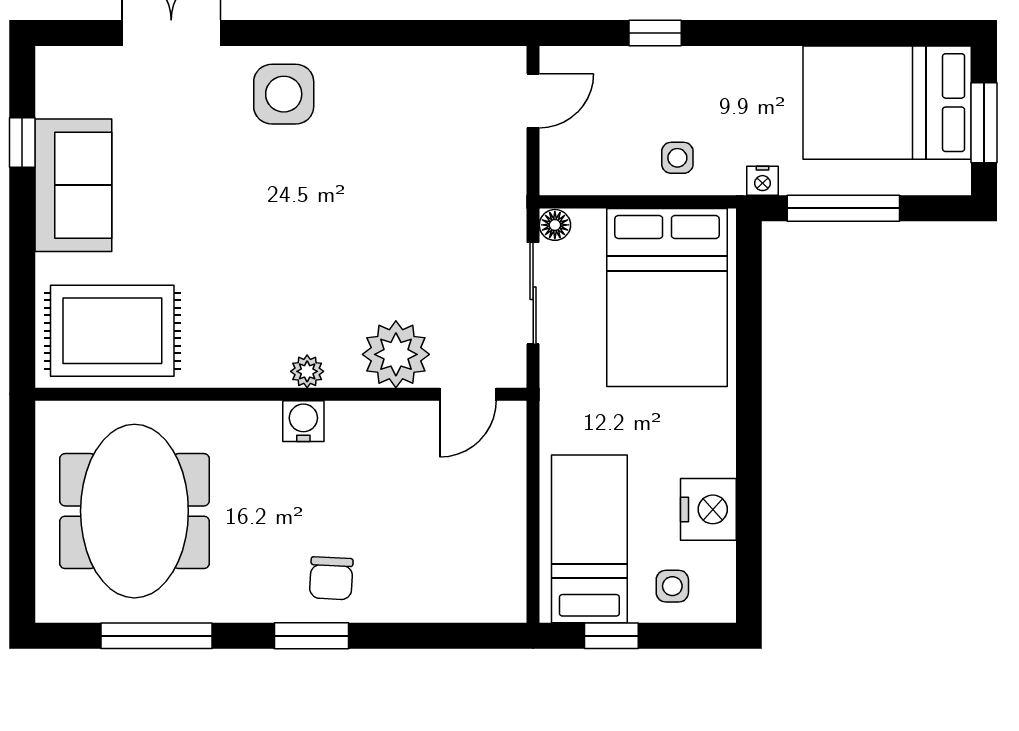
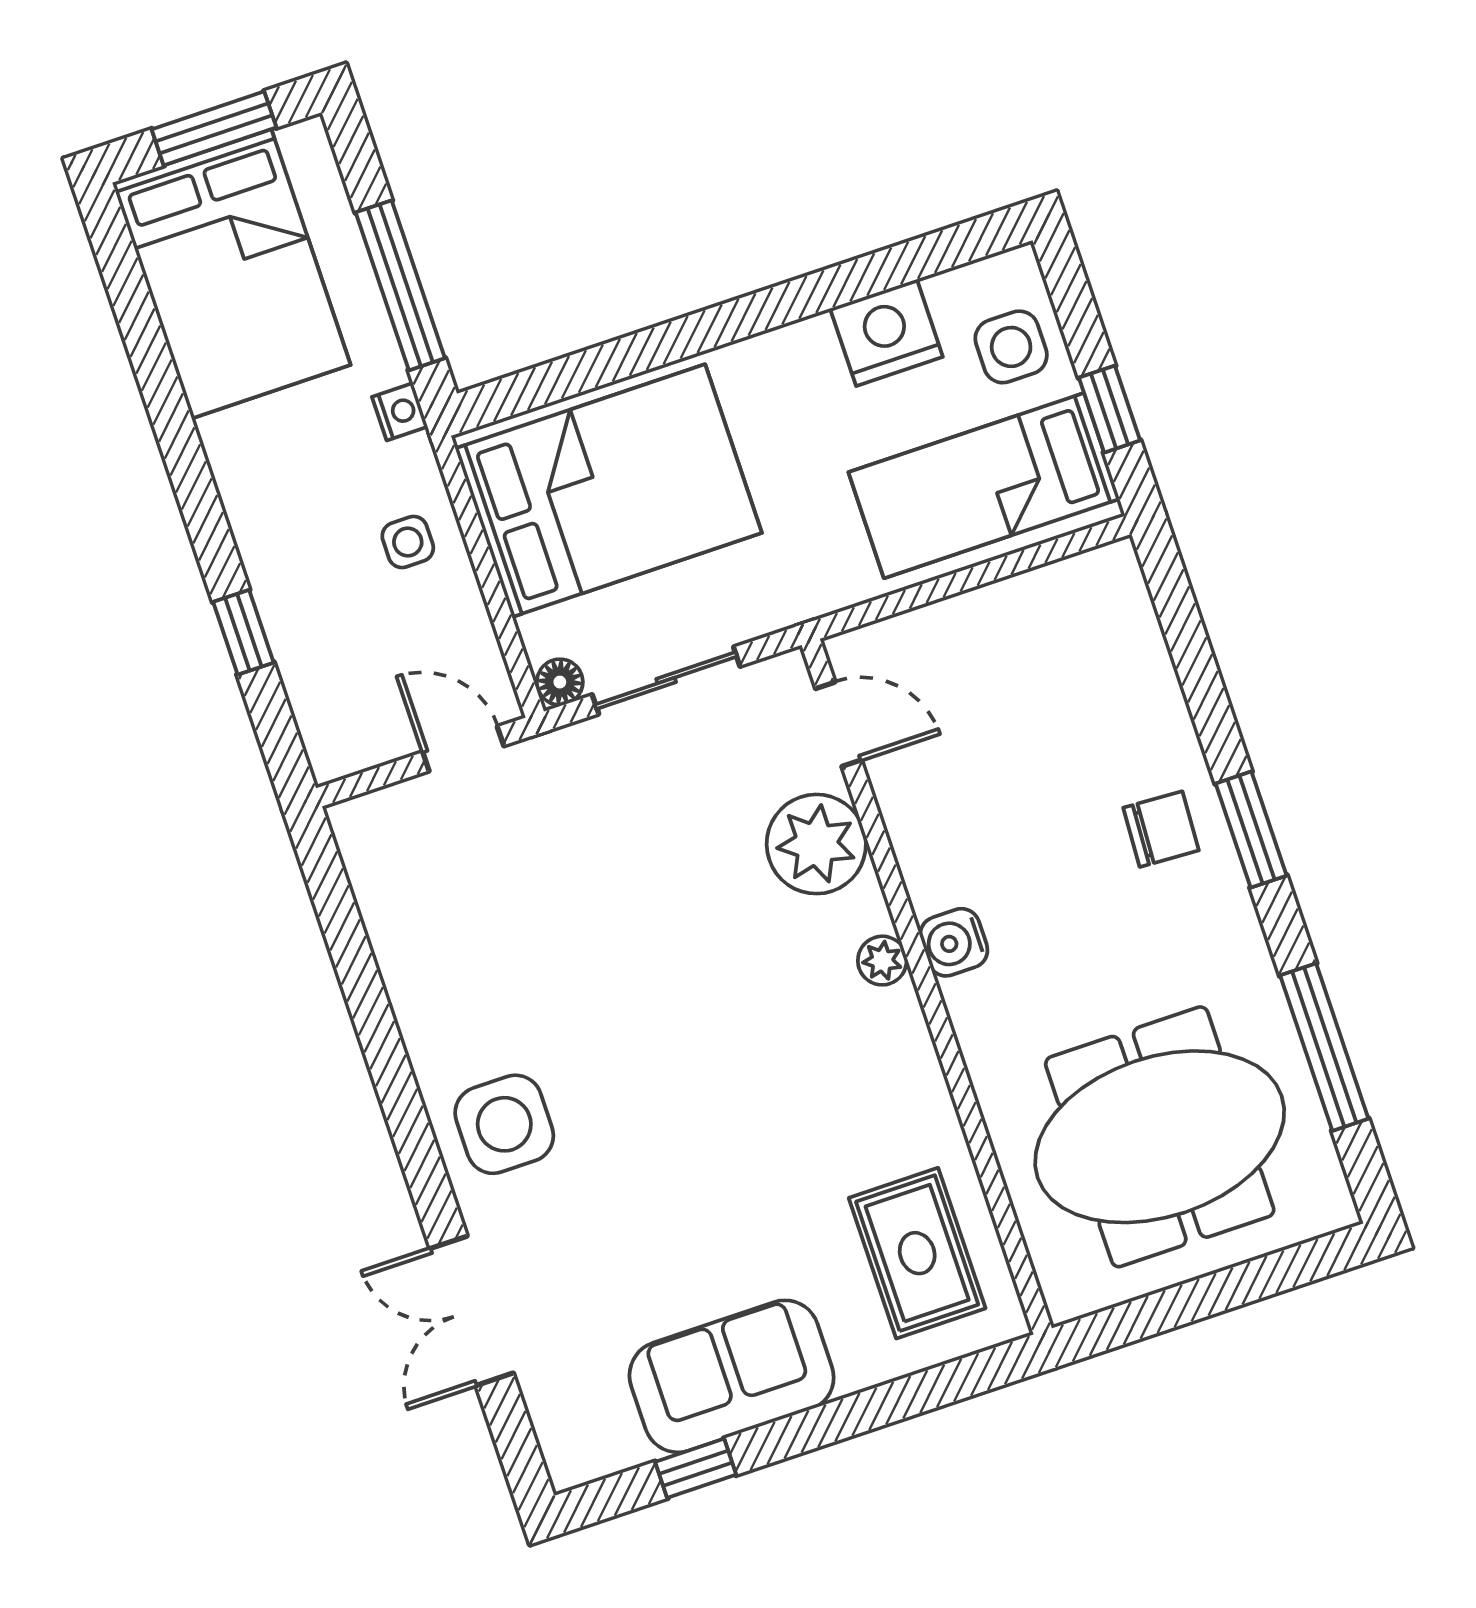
door: (533, 101) -> (463, 749), moved
rug: (112, 331) -> (917, 1253), width x0.73, depth x0.70
side table: (672, 586) -> (1011, 347), width x1.37, depth x1.37

